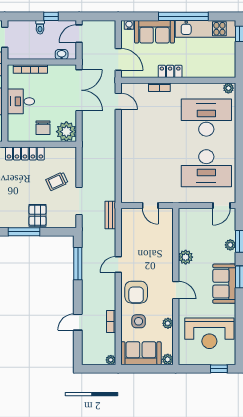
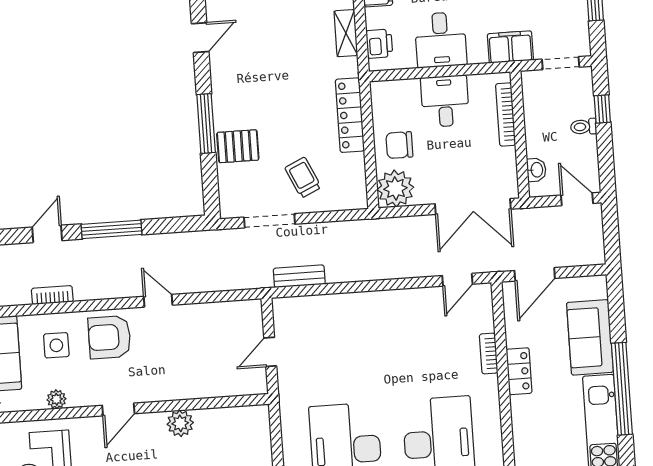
window: (51, 16) -> (602, 109), moved
water cooler: (129, 25) -> (599, 290), removed
bench: (110, 215) -> (299, 276), moved
window: (78, 264) -> (111, 229), moved
door: (78, 322) -> (47, 234), hinge flipped

